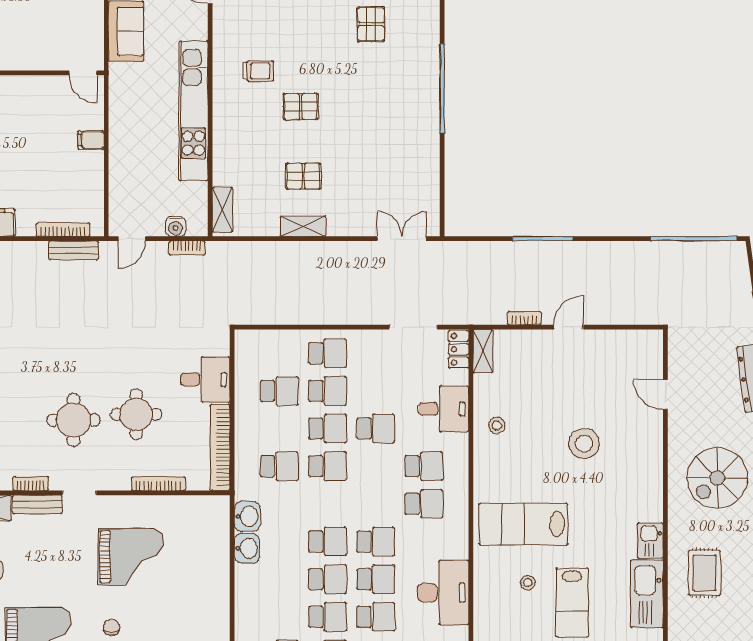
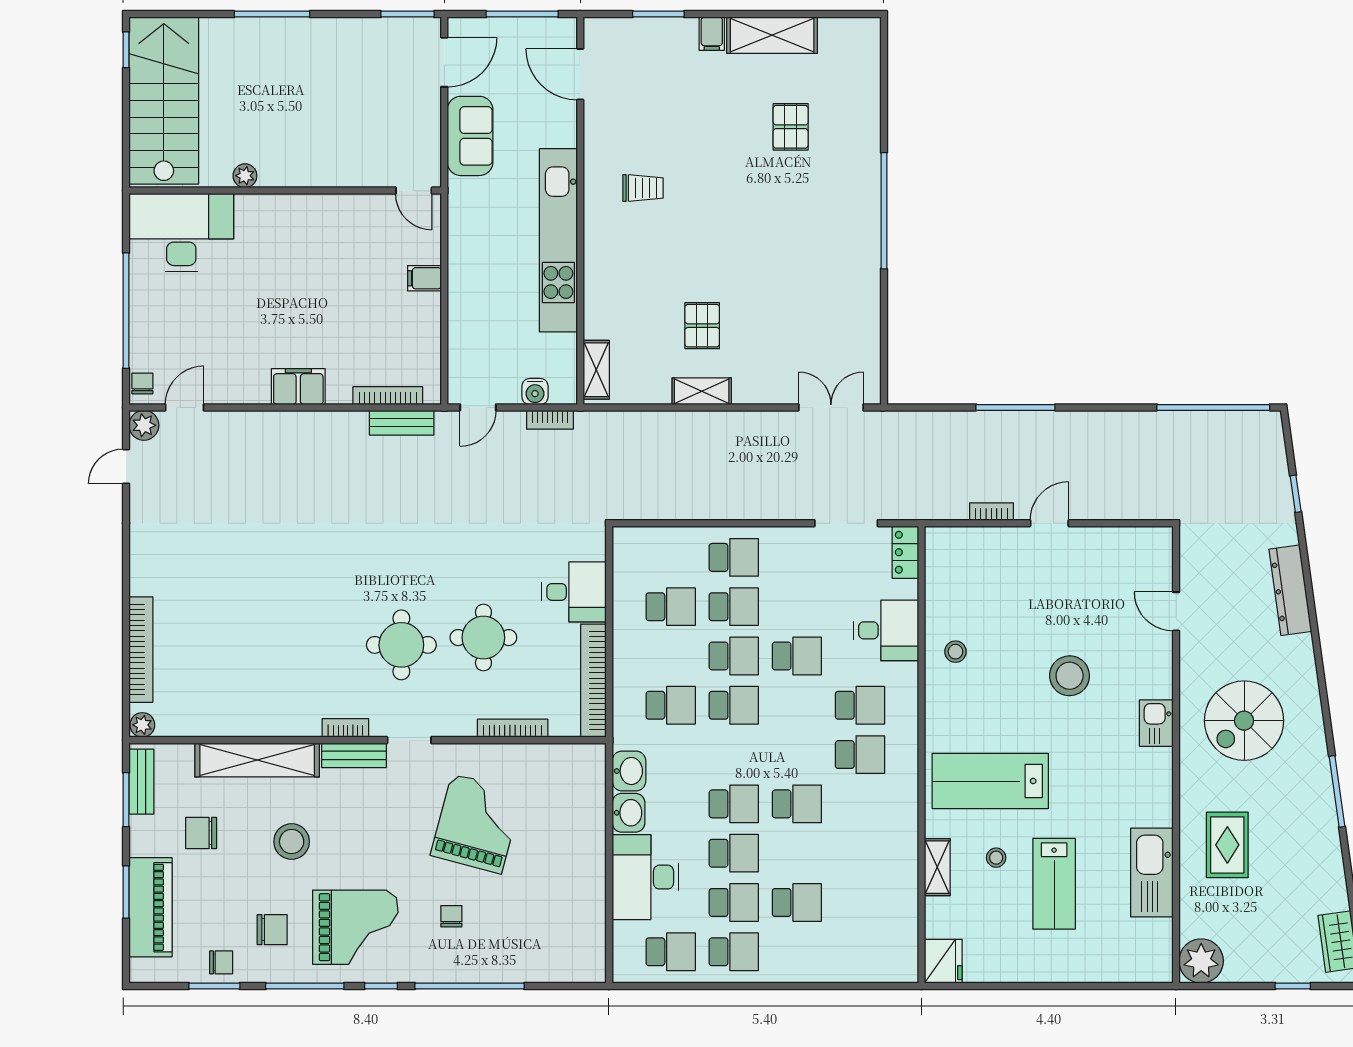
pallet: (301, 106) -> (699, 234), removed
pallet: (303, 176) -> (702, 326), turned 90
shelving: (483, 351) -> (937, 867), moved
kitchen sink: (650, 541) -> (1156, 723), moved
grand piano: (131, 557) -> (477, 824), turned -75
school desk: (376, 579) -> (797, 853), removed
desk: (443, 593) -> (645, 877), moved, turned 180

